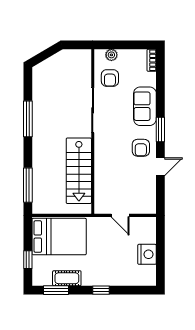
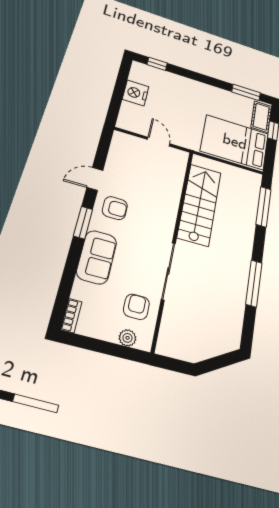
armchair: (141, 148) -> (115, 208), turned 90
cot: (67, 278) -> (261, 117), moved, turned 90
window: (101, 290) -> (157, 64), moved

